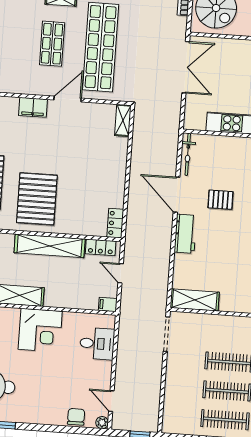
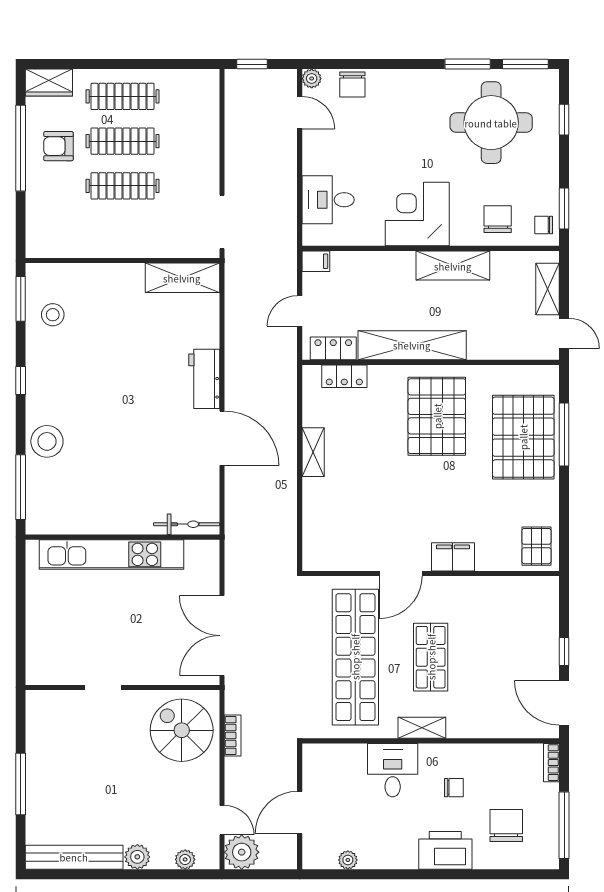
shelving: (123, 120) -> (313, 452), moved
bicycle: (188, 154) -> (187, 524), moved, turned 90
pallet: (220, 200) -> (154, 435), removed
locker: (115, 223) -> (344, 376), moved, turned 90
door: (121, 273) -> (300, 311), swing flipped

